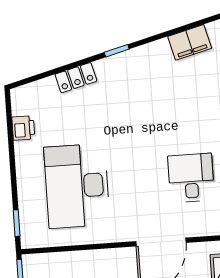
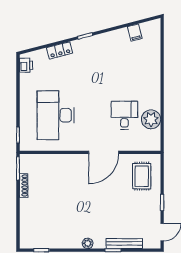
filing cabinet: (190, 42) -> (135, 33), width x0.50
printer: (23, 128) -> (26, 65), moved

